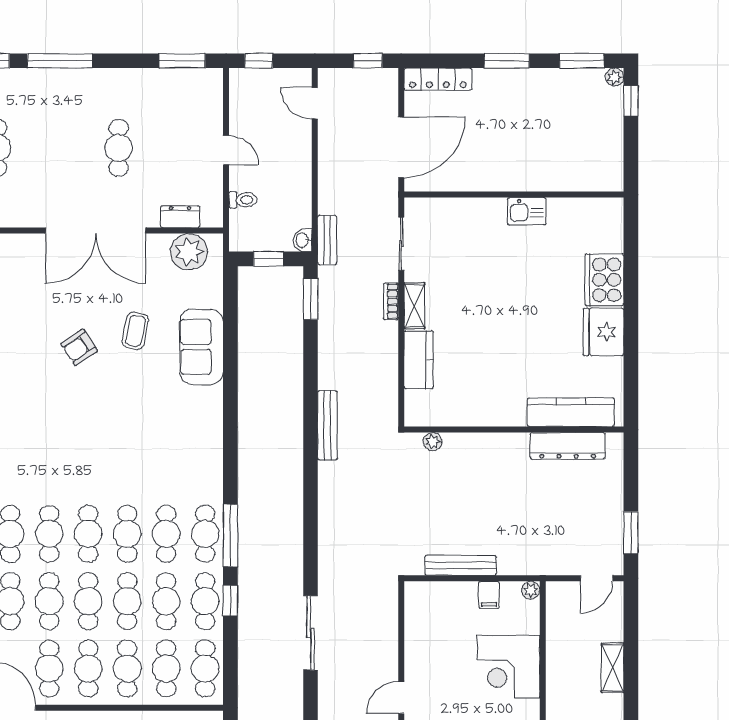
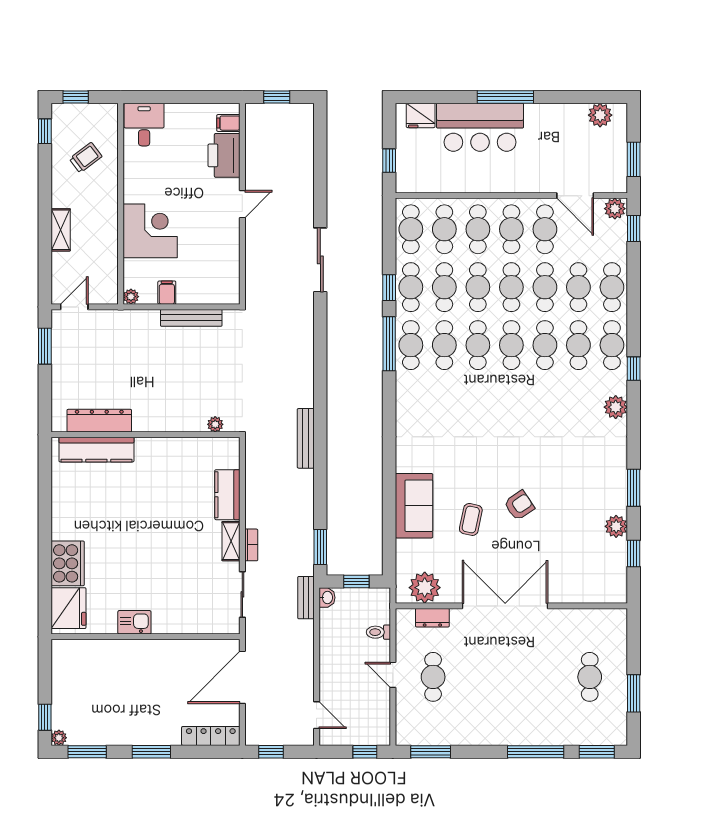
cafe table: (119, 148) -> (433, 677), moved
fridge: (603, 332) -> (68, 608), moved

